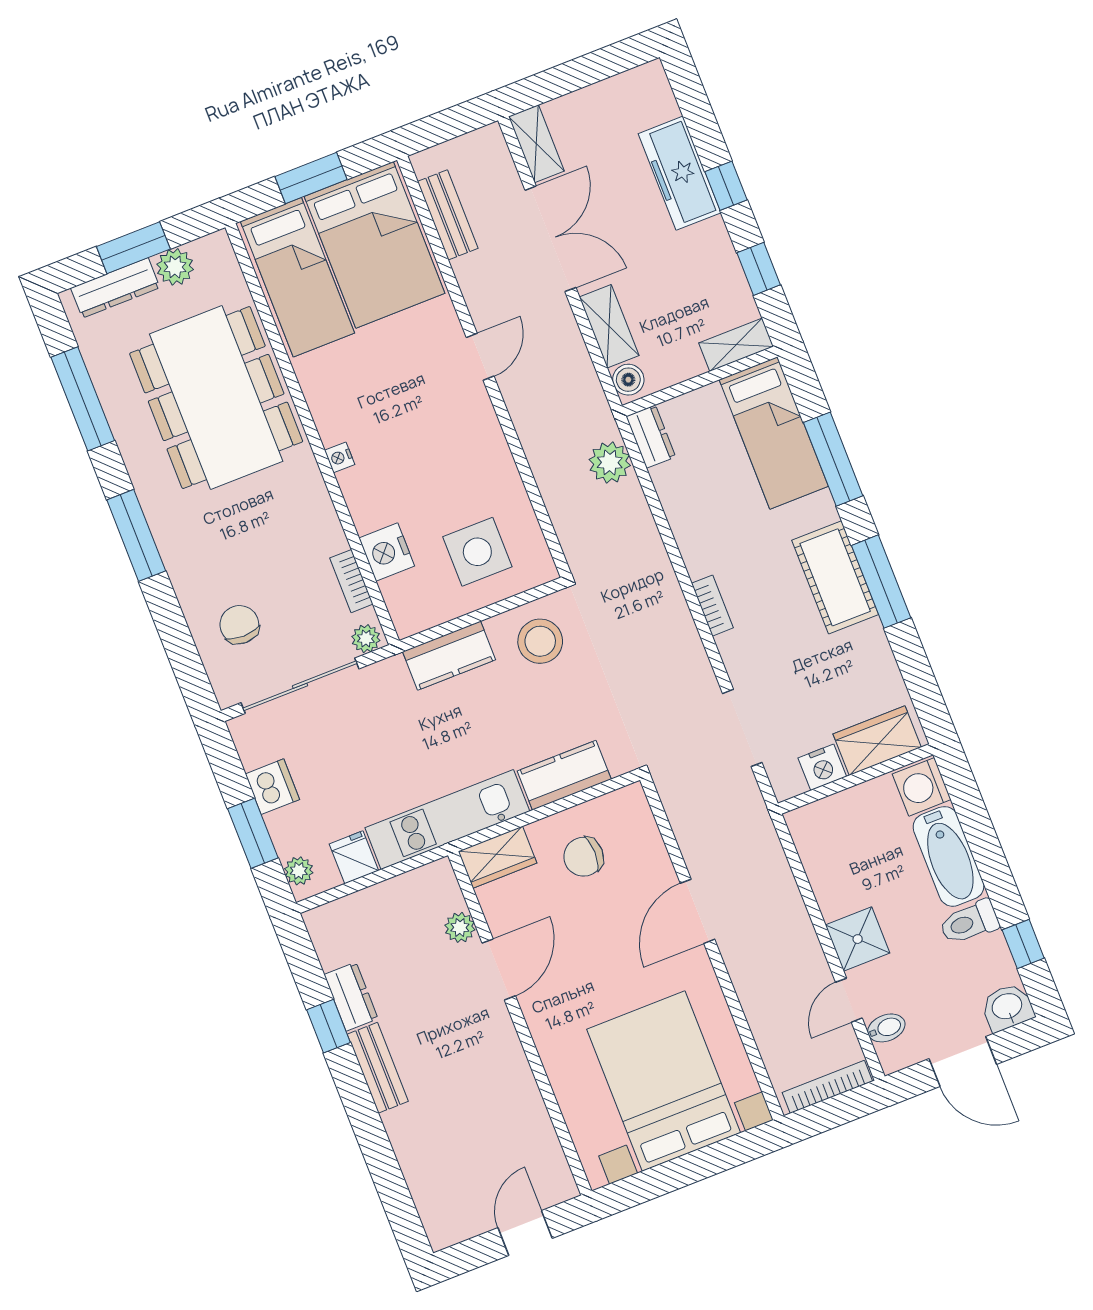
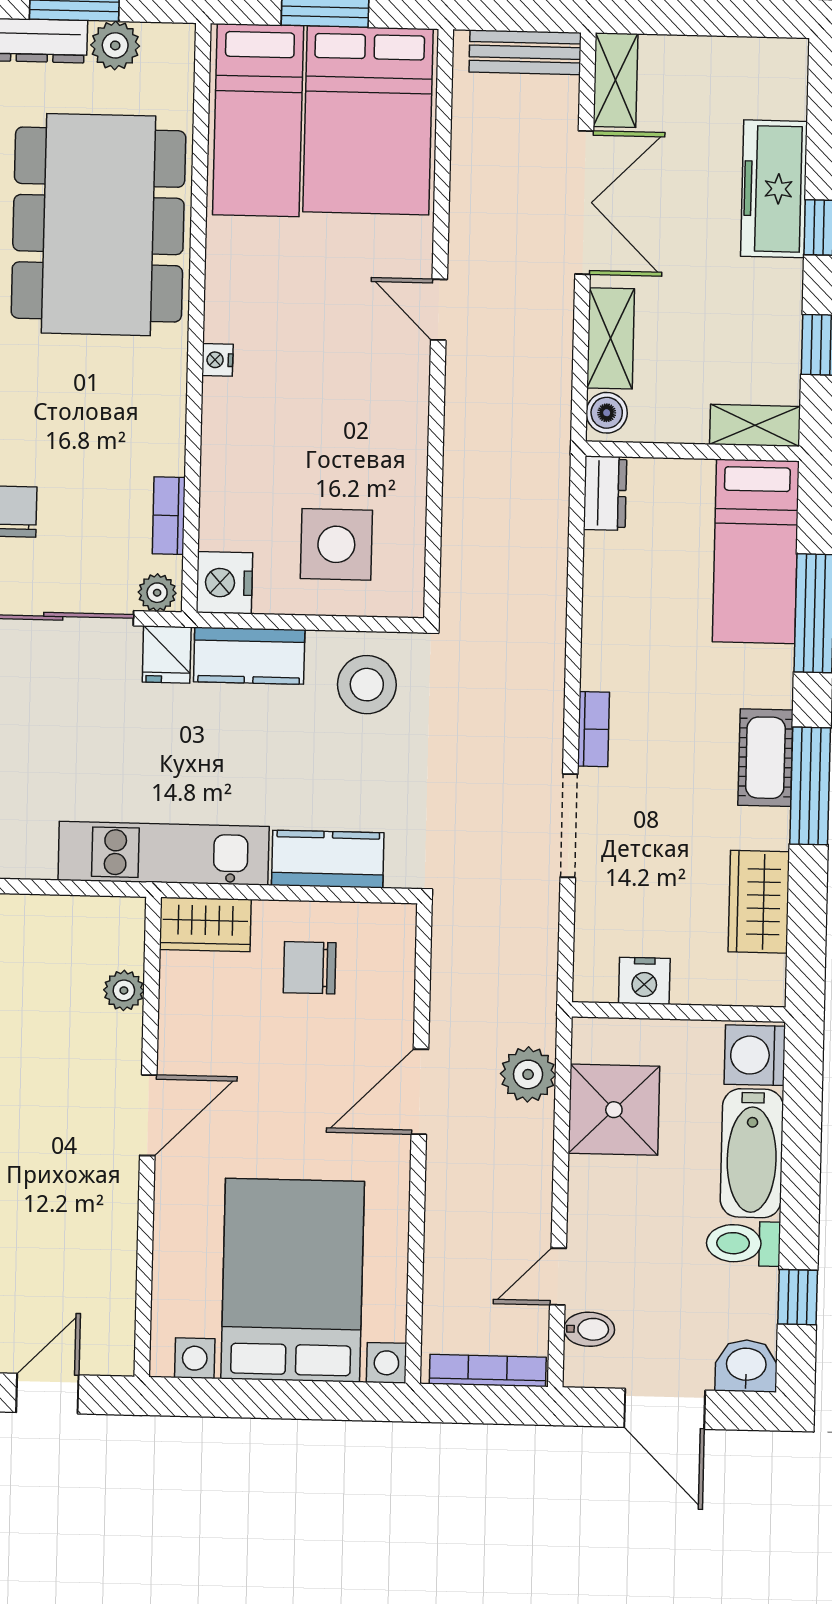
bench: (448, 215) -> (525, 52), moved, turned 90
door: (480, 357) -> (439, 310), swing flipped
plant: (610, 463) -> (528, 1074), moved
nightstand: (387, 552) -> (224, 583), moved
cot: (835, 577) -> (765, 758), width x0.73, depth x0.75
doorway: (742, 728) -> (569, 826), moved
wardrobe: (877, 741) -> (759, 902), moved, turned -90
fridge: (354, 857) -> (167, 654), moved, turned 180
shower: (858, 939) -> (614, 1110), moved, width x1.36, depth x1.36
door: (499, 969) -> (148, 1115), moved

